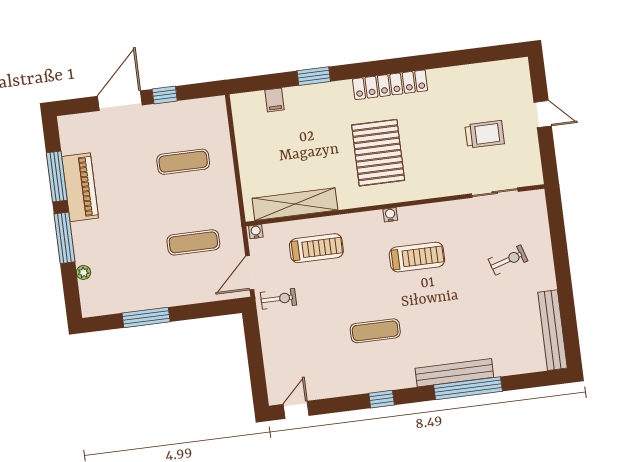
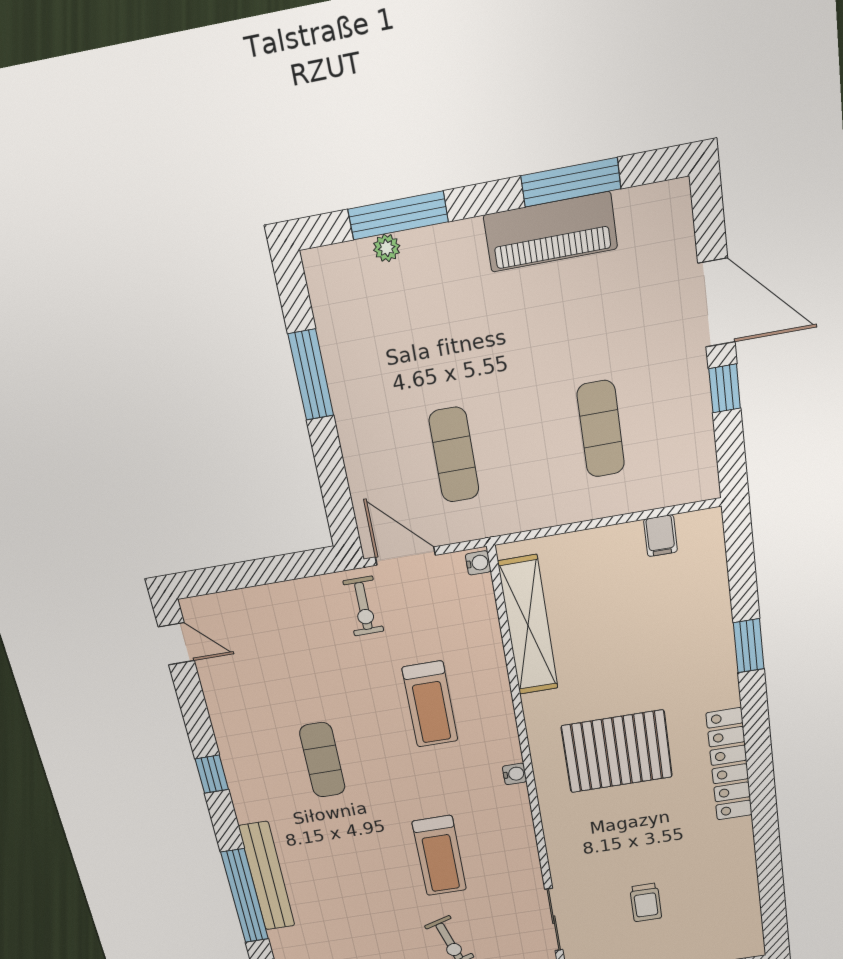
filing cabinet: (275, 100) -> (660, 536), moved, turned -90
trolley: (485, 134) -> (646, 902), width x0.73, depth x0.72
window: (64, 238) -> (398, 215), moved
treadmill: (316, 248) -> (430, 704), moved
treadmill: (417, 257) -> (439, 856), moved

